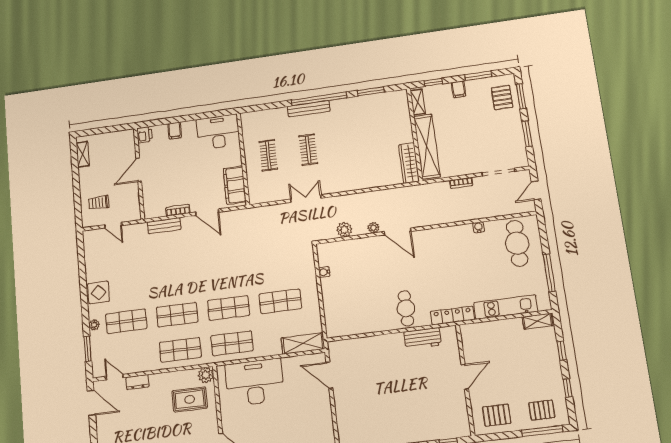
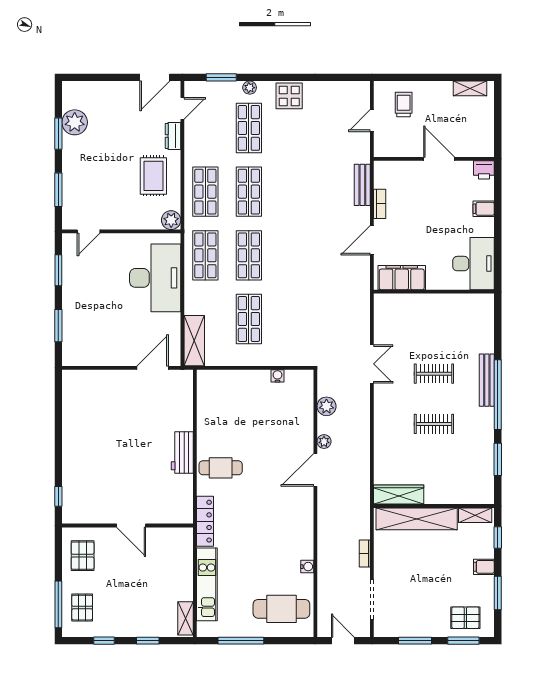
clothes rail: (268, 155) -> (434, 424), moved
workbench: (422, 338) -> (182, 452), moved
rug: (190, 399) -> (153, 176), moved

